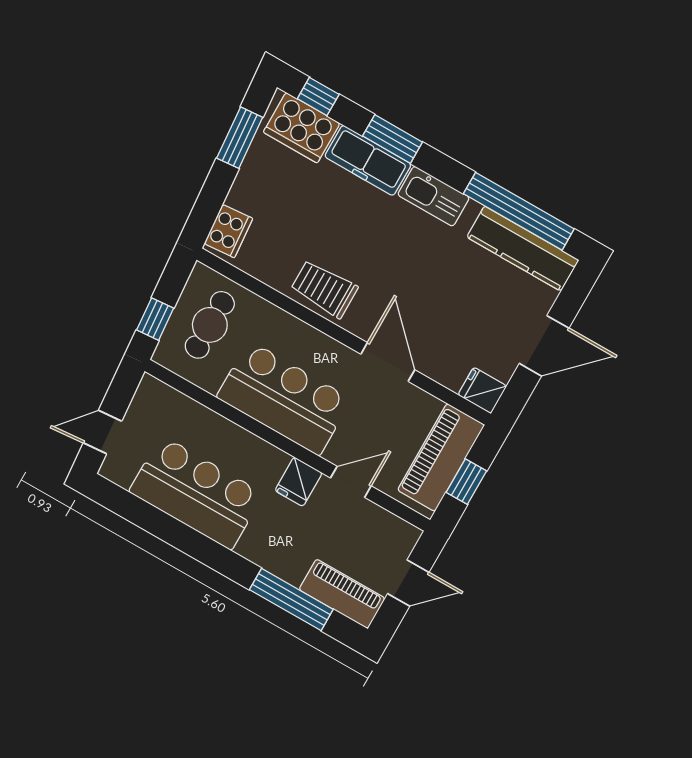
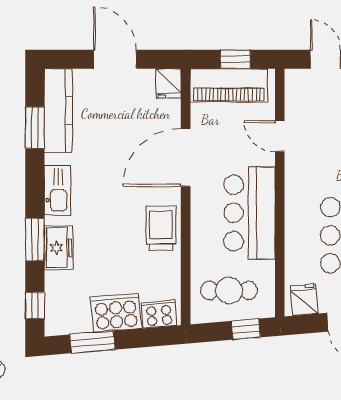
cooker: (302, 128) -> (116, 313), moved, turned -95
freezer: (368, 160) -> (59, 248), width x0.71
window: (519, 211) -> (35, 128), width x0.47
trolley: (324, 289) -> (161, 228), turned 180
door: (388, 362) -> (186, 157), width x1.36
fridge: (299, 482) -> (304, 300), moved, turned -95

